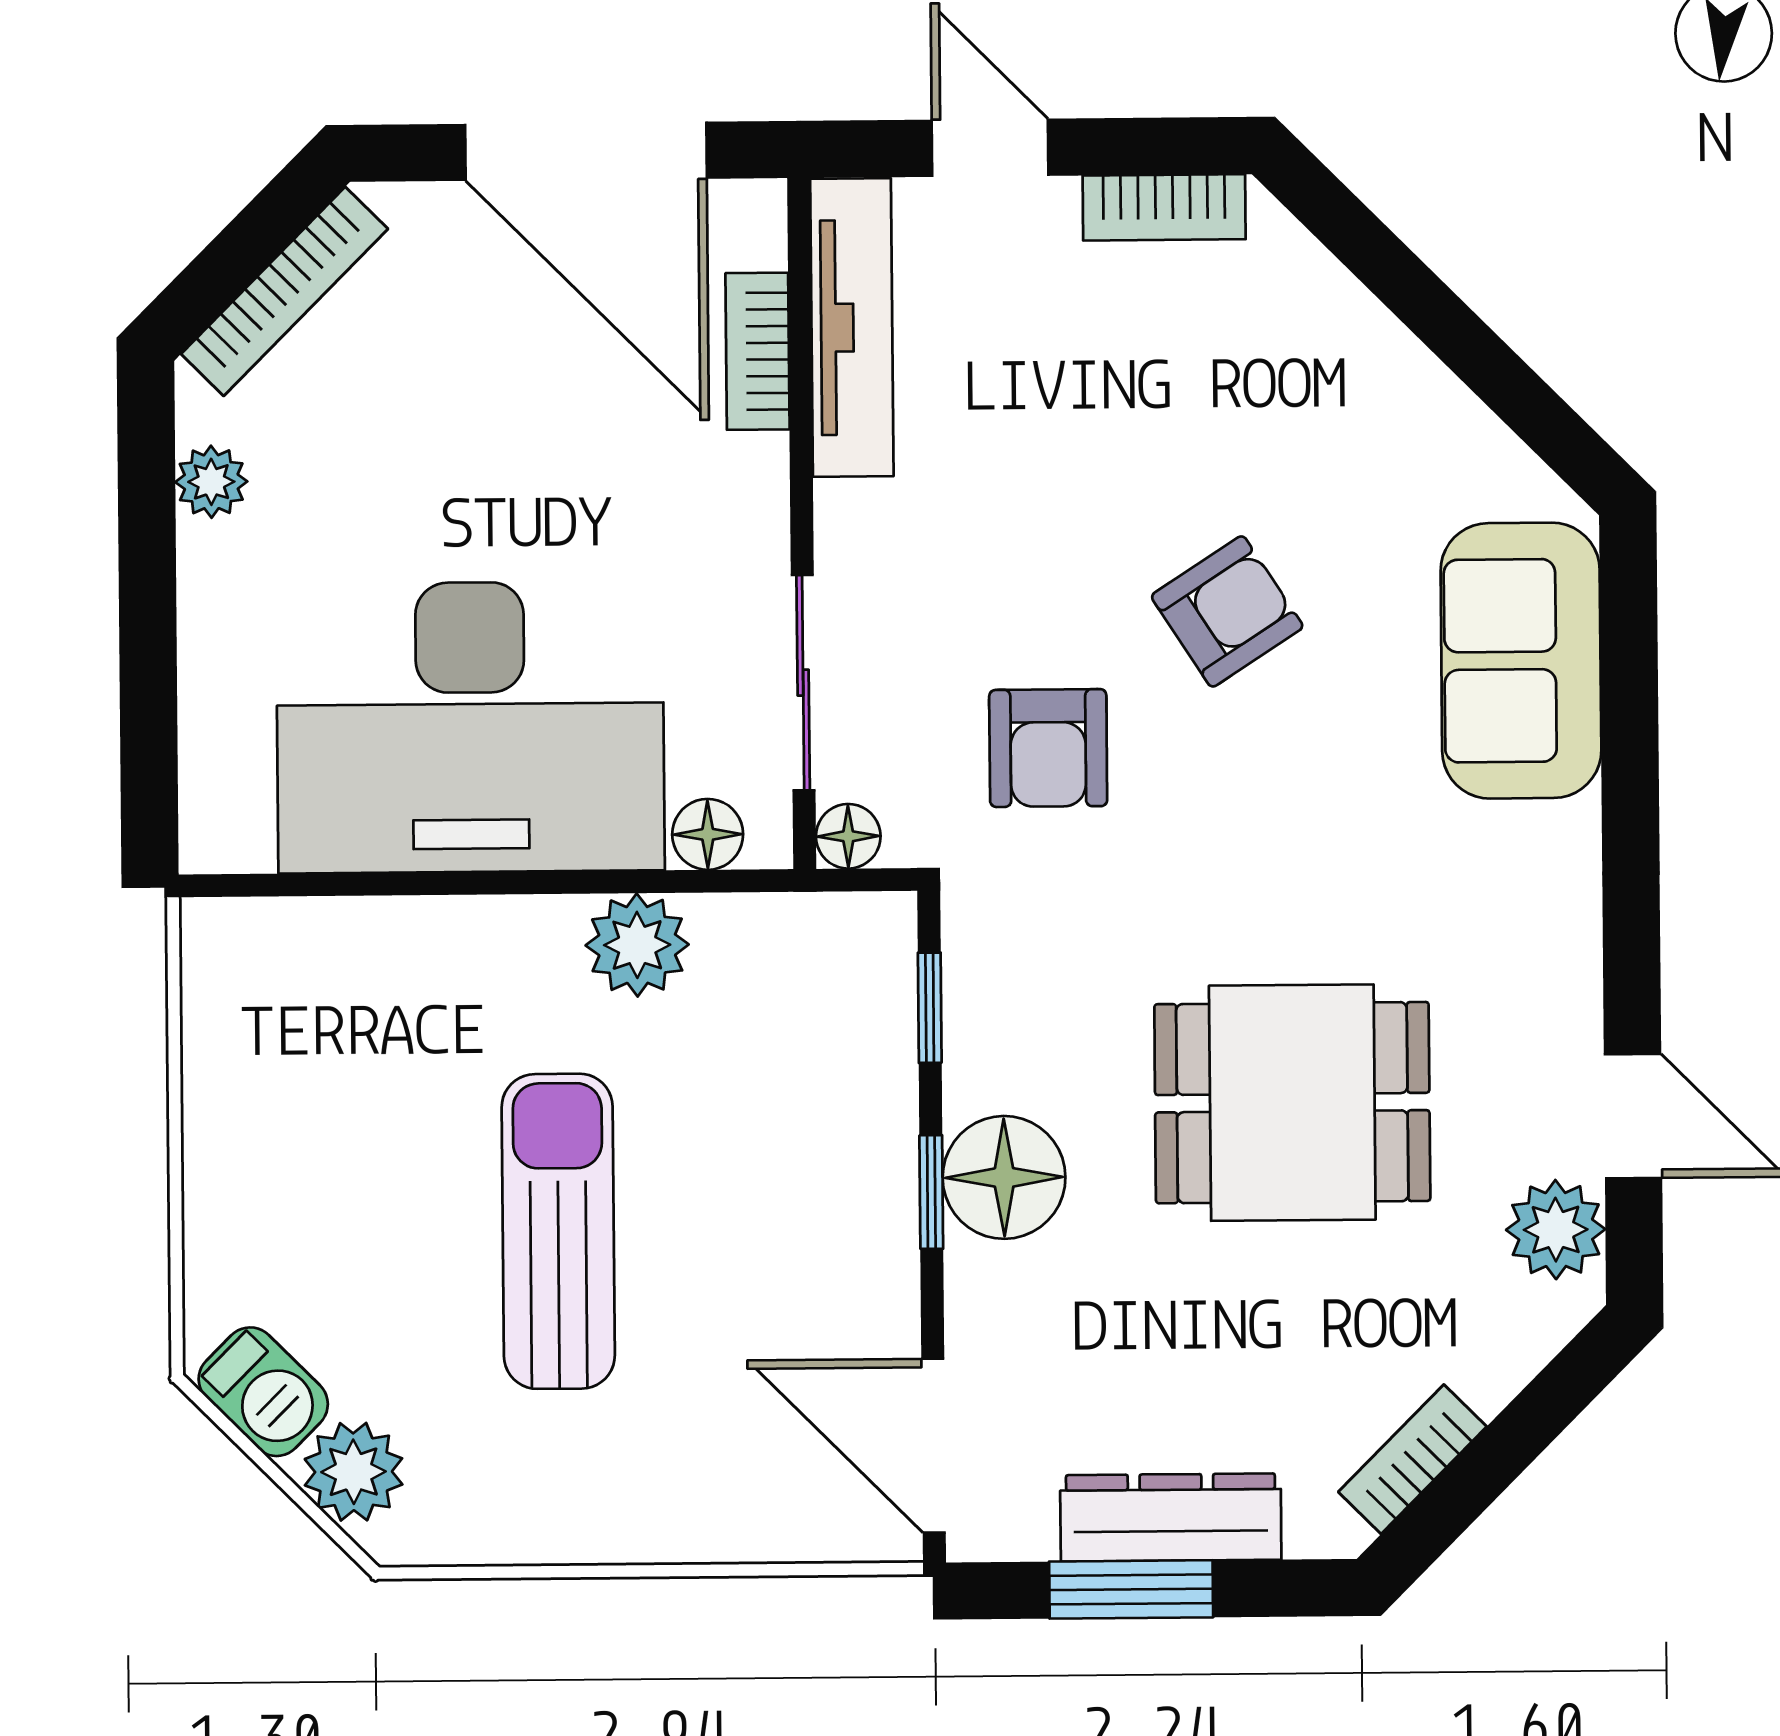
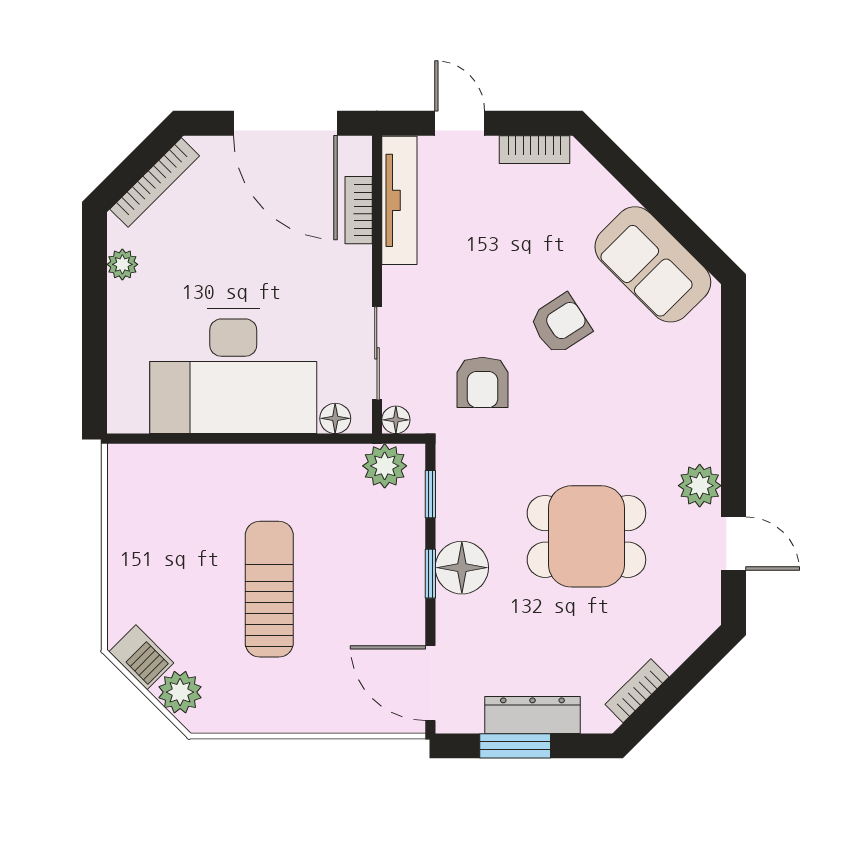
sofa: (1521, 661) -> (653, 264), moved, turned -45
plant: (637, 945) -> (385, 466), moved
plant: (1556, 1230) -> (700, 486), moved

